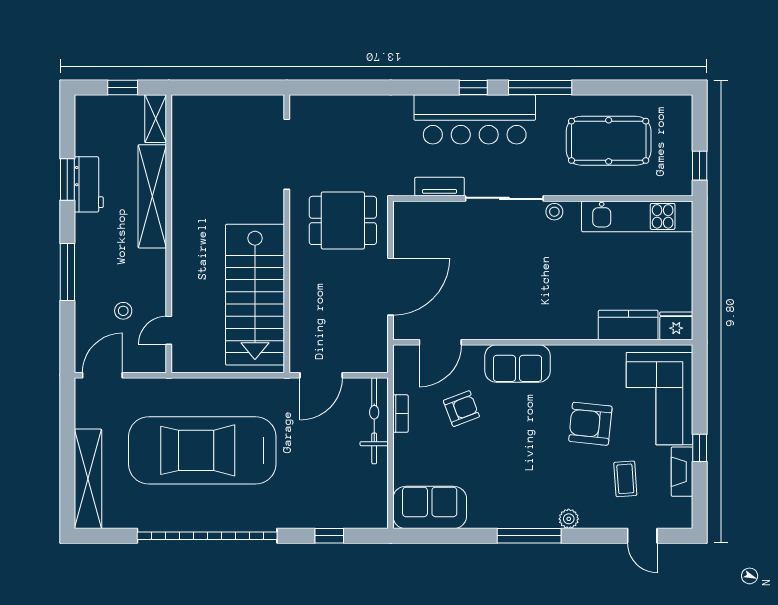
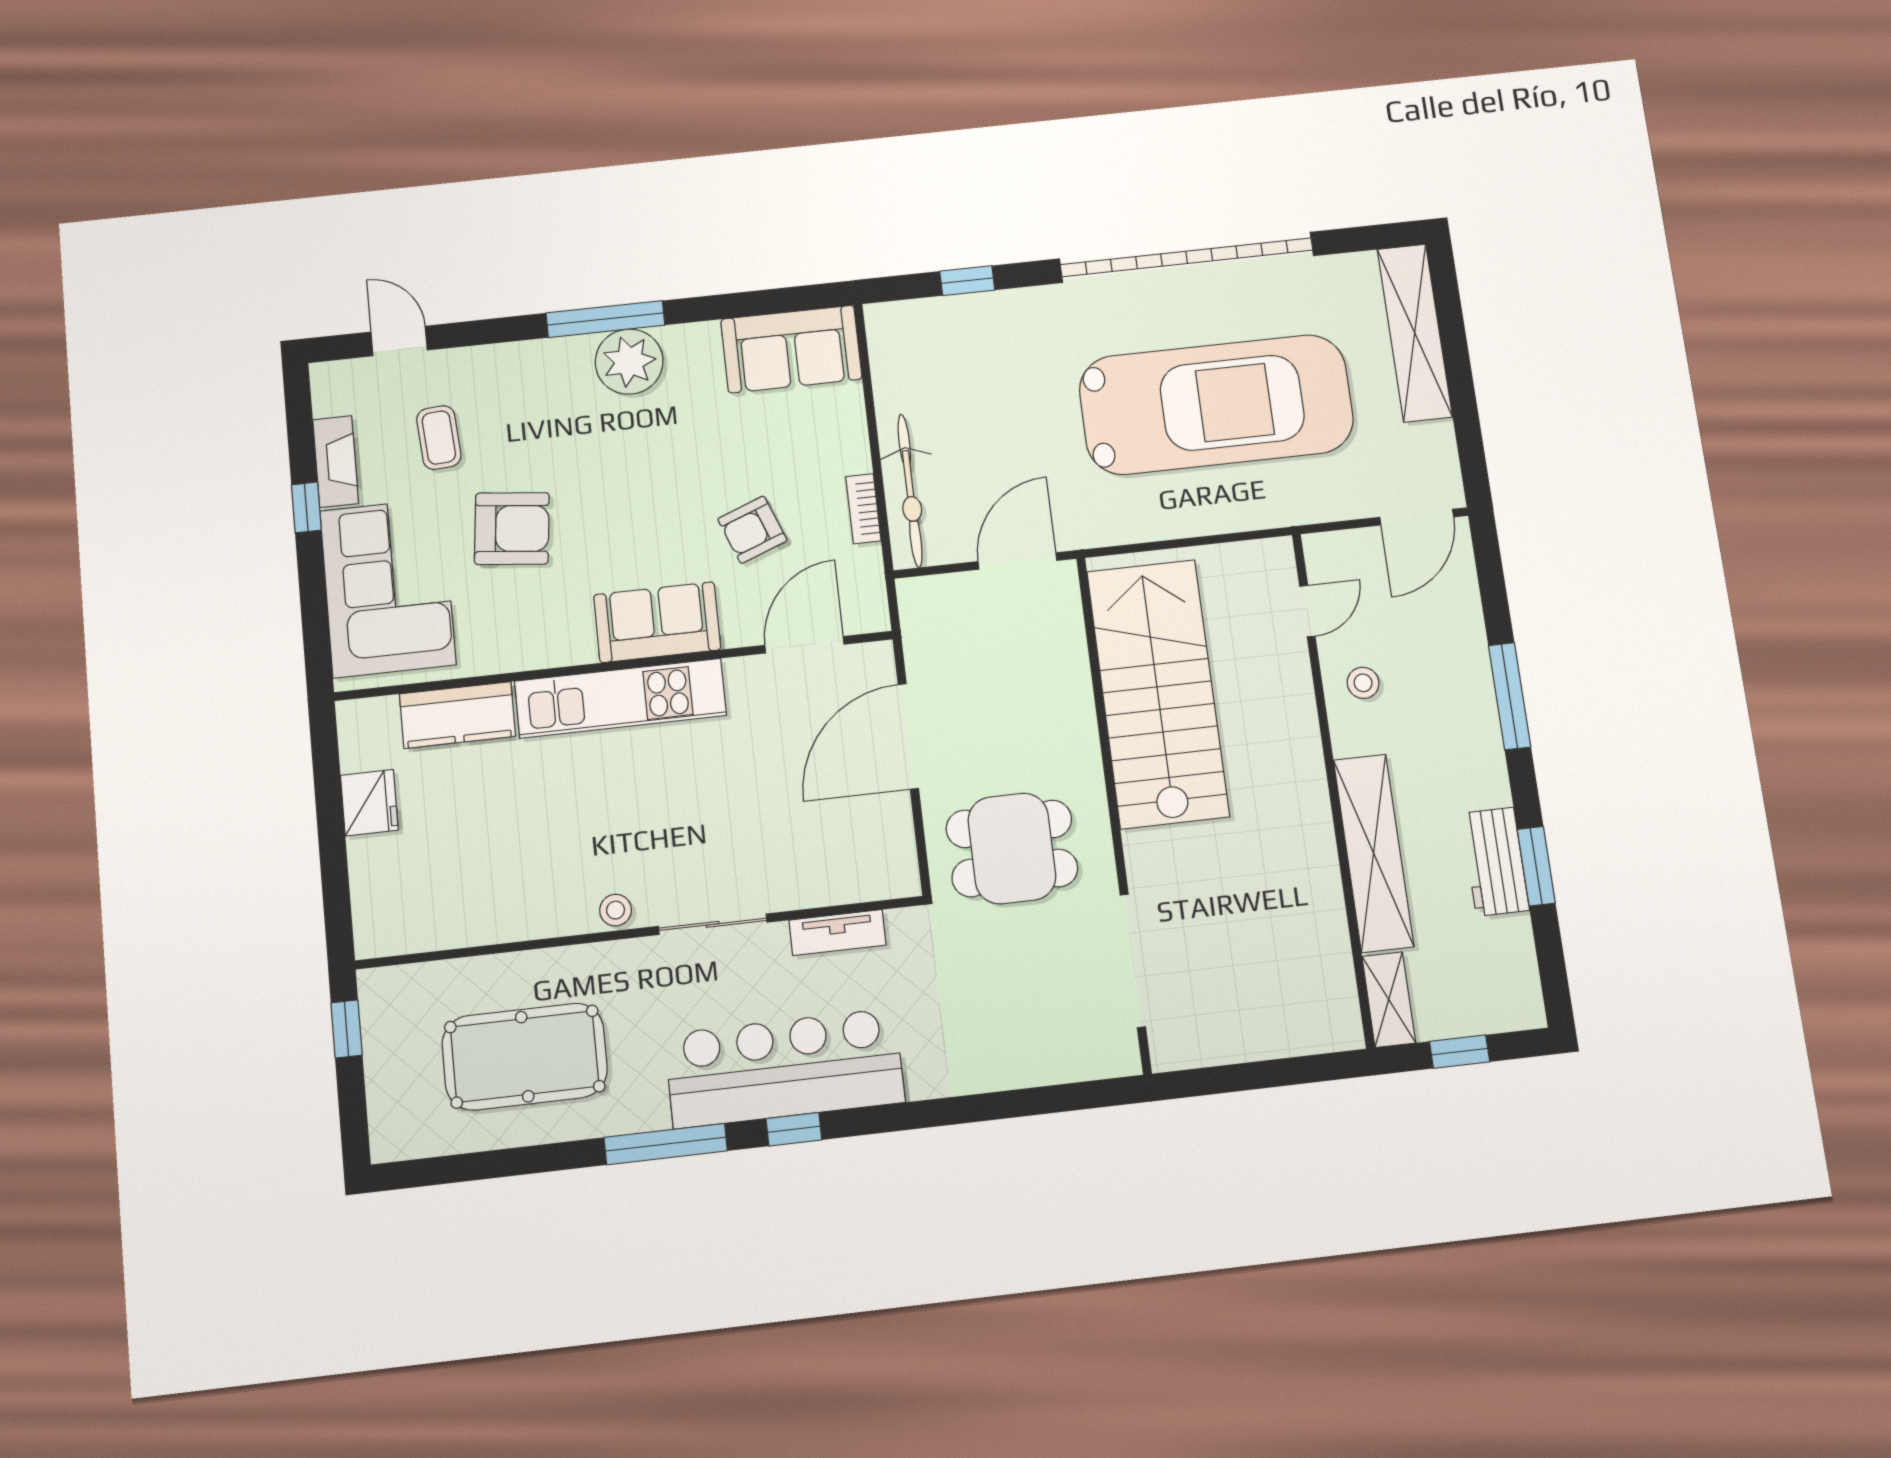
sliding door: (504, 198) -> (713, 924), width x0.73
kitchen unit: (637, 216) -> (620, 698), moved, turned 180
stool: (123, 311) -> (1363, 683), moved
fridge: (676, 326) -> (369, 803), moved, turned -90
plant: (569, 519) -> (629, 362), moved, width x1.87, depth x1.87

